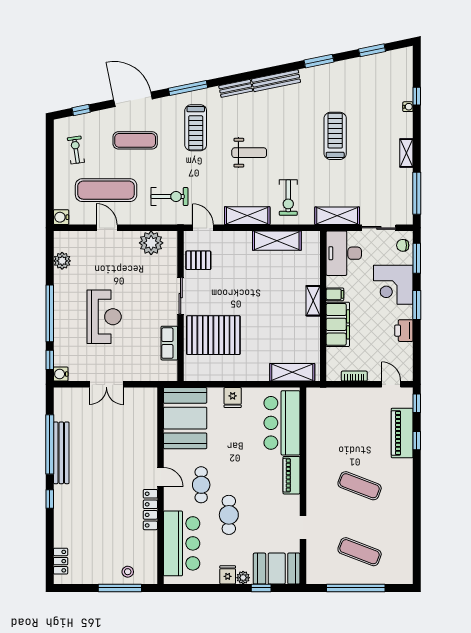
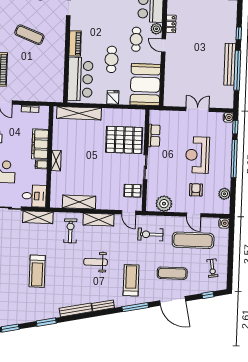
desk: (344, 253) -> (34, 196), width x0.73
armchair: (105, 265) -> (196, 190), added
shelving: (292, 372) -> (79, 113), width x1.47
plant: (172, 501) -> (156, 29), added
locker: (150, 510) -> (171, 24), width x0.66
cafe table: (229, 515) -> (112, 59), moved

